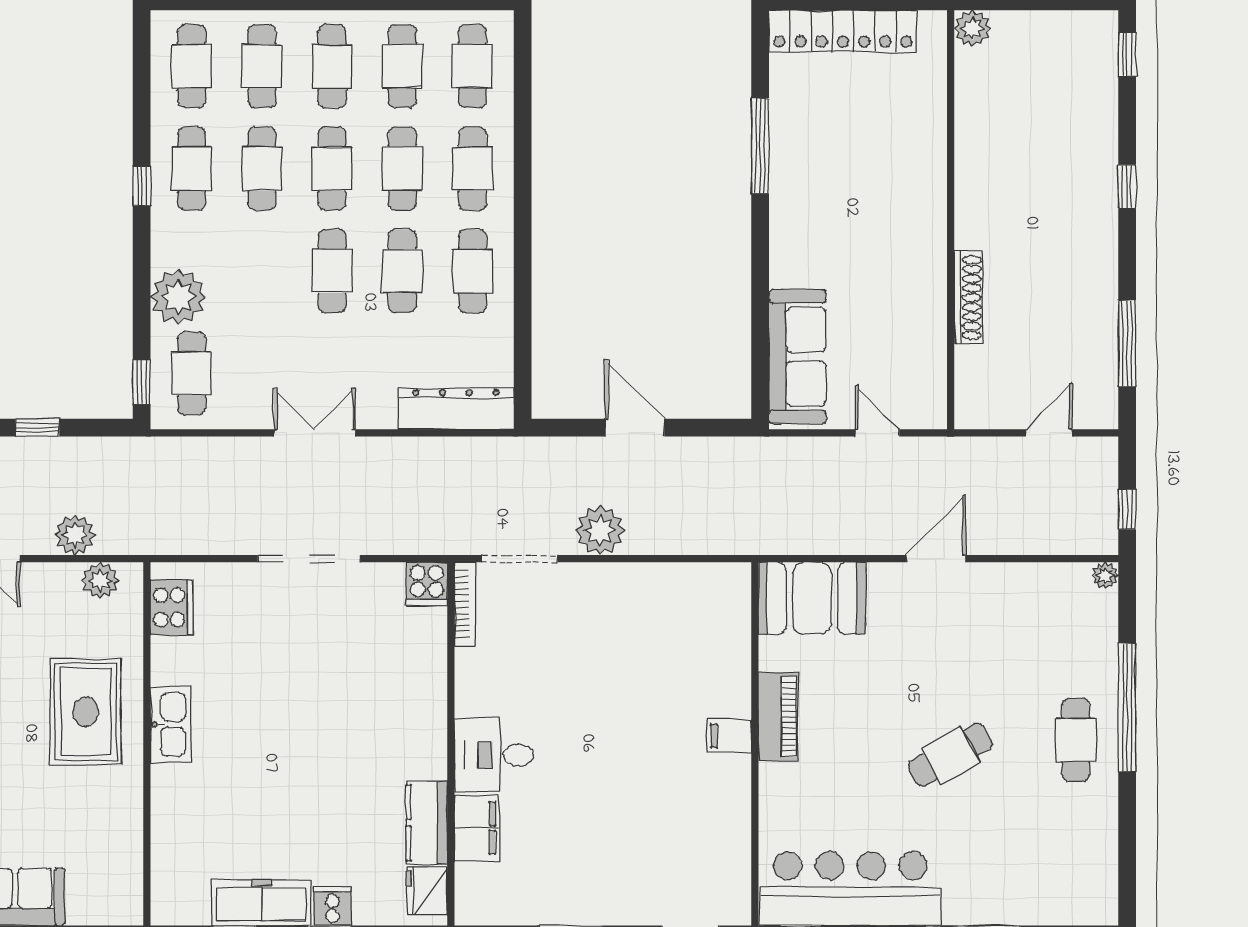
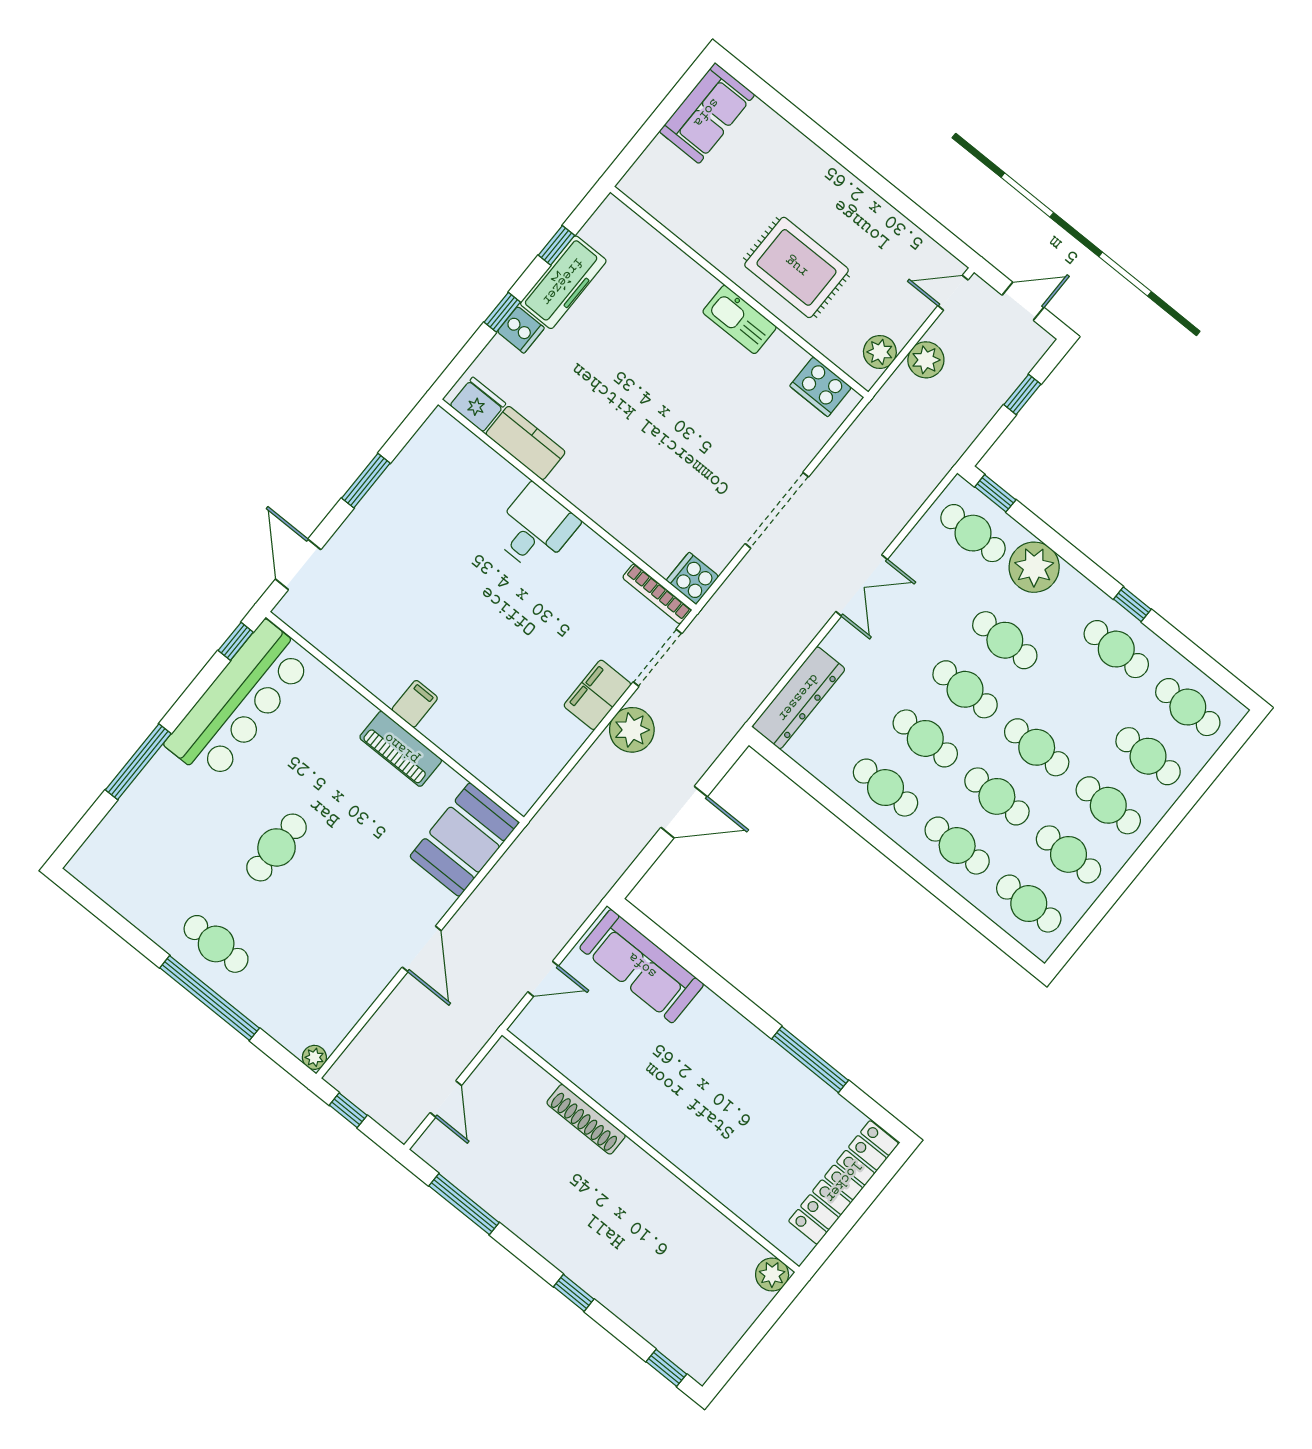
cafe table: (262, 169) -> (1005, 640), moved
cafe table: (950, 755) -> (277, 847), turned 30
filing cabinet: (477, 828) -> (597, 695), moved, turned 90

